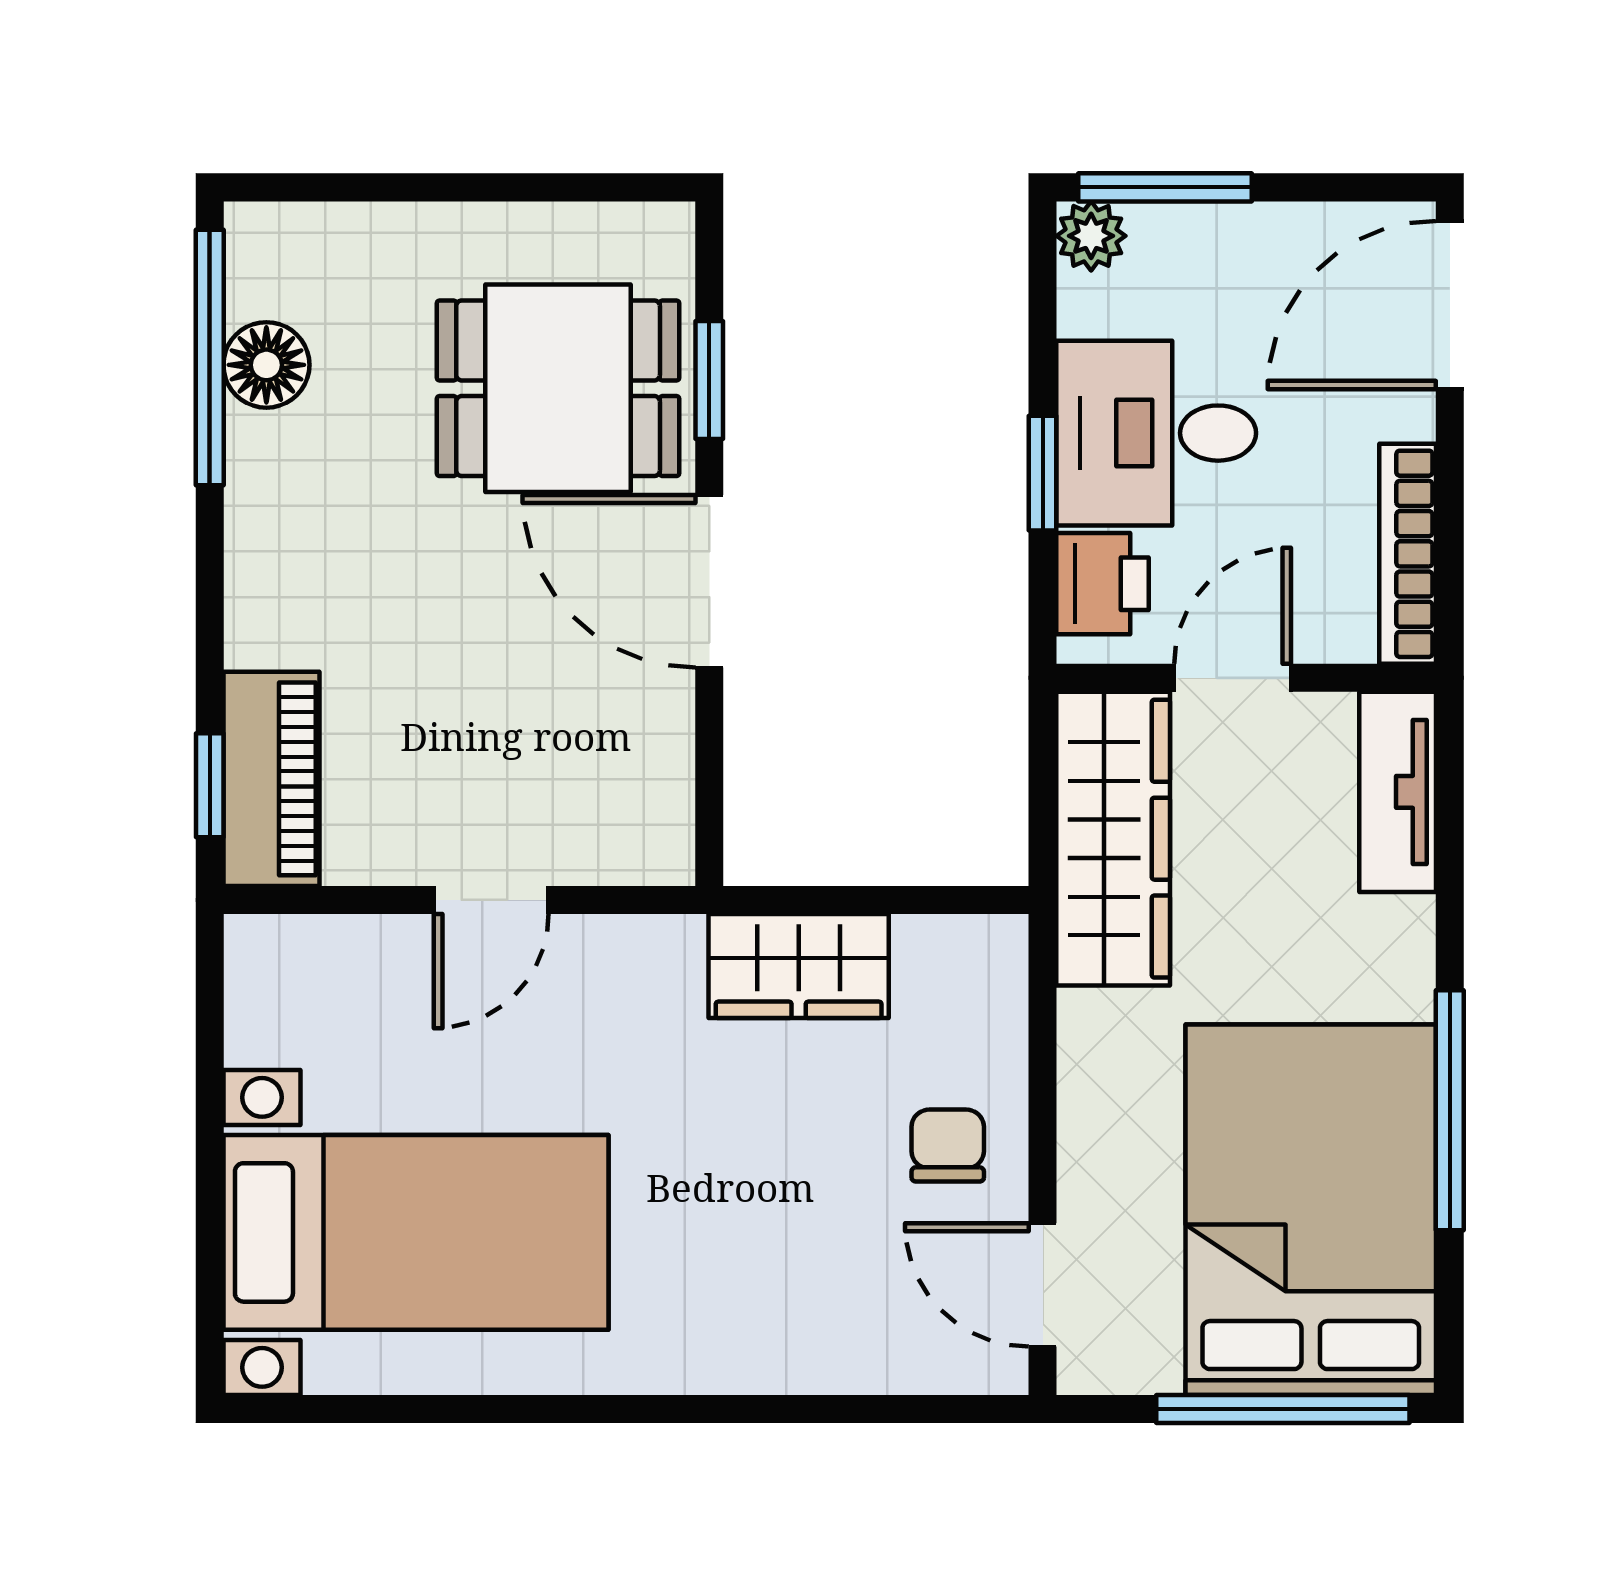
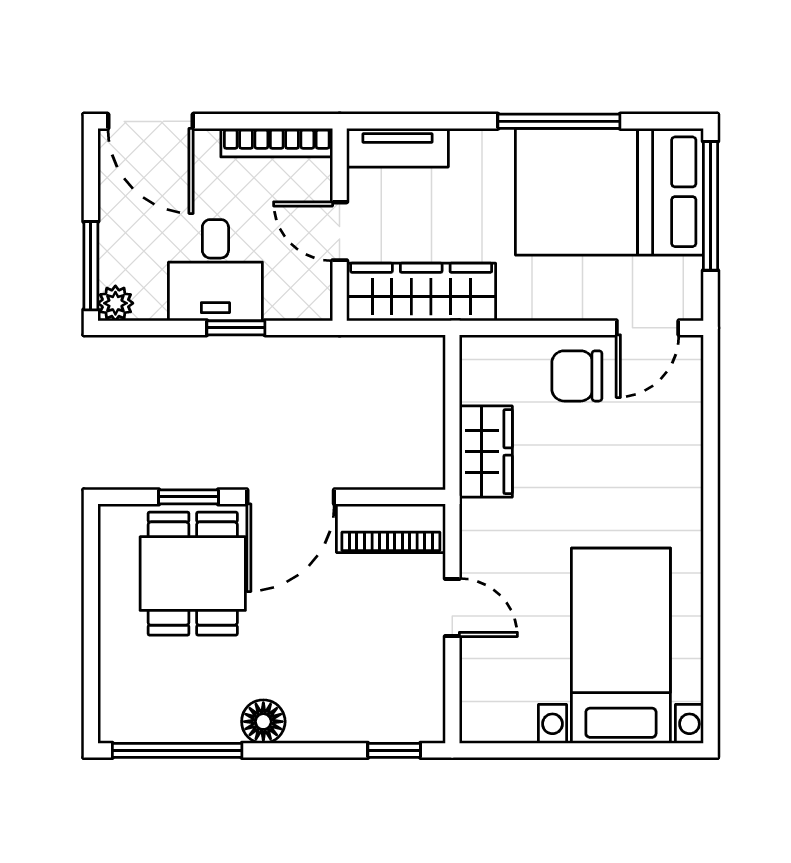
floor lamp: (266, 365) -> (263, 722), moved
printer: (1103, 584) -> (292, 297), removed
piano: (271, 779) -> (391, 528), moved, turned 180
chair: (948, 1146) -> (577, 376), width x1.37, depth x1.37

